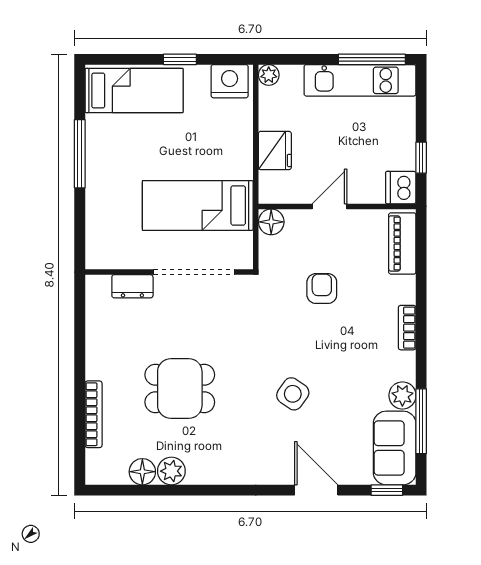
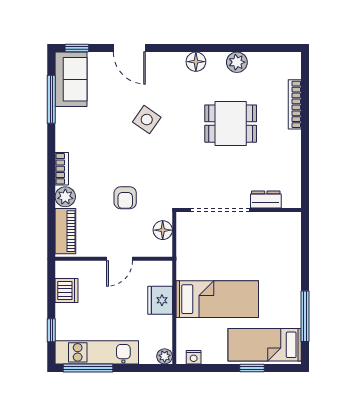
window: (180, 59) -> (252, 368), moved
nightstand: (230, 81) -> (194, 357), width x0.53, depth x0.56
window: (80, 154) -> (305, 316), moved
window: (421, 158) -> (51, 330), moved
dishwasher: (401, 188) -> (66, 291), moved
bed: (198, 205) -> (217, 299), moved
floor lamp: (271, 222) -> (163, 230), moved
plant: (402, 395) -> (65, 197), moved
floor lamp: (142, 472) -> (196, 62), moved

